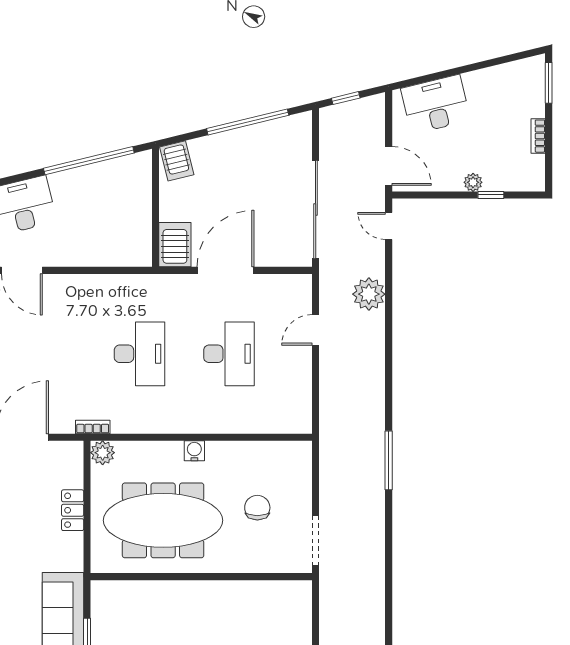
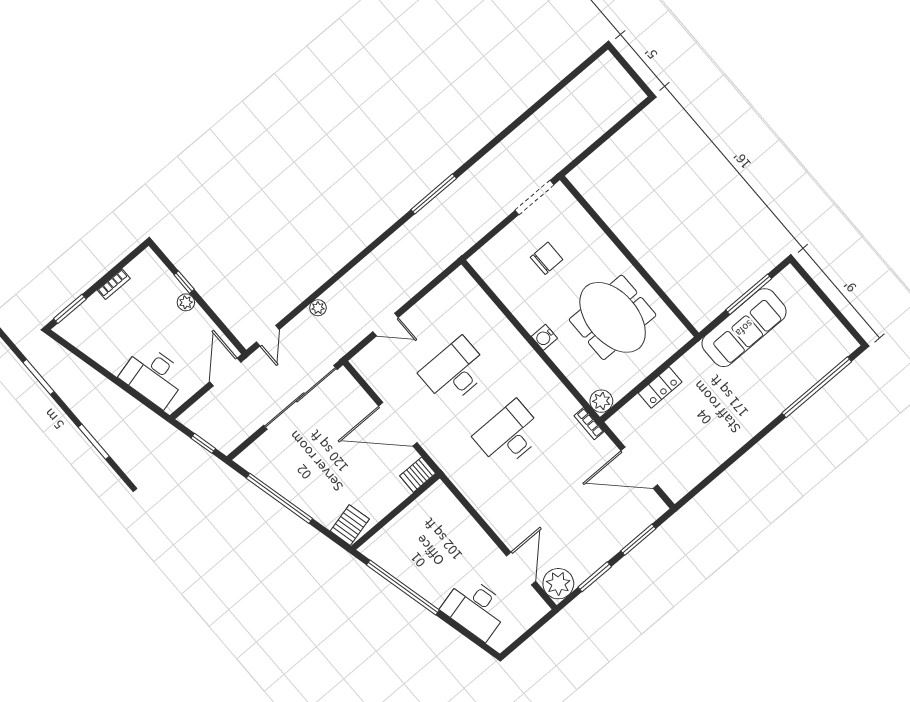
server rack: (175, 245) -> (418, 475), width x0.73, depth x0.70
plant: (369, 294) -> (318, 308), width x0.53, depth x0.53
chair: (257, 508) -> (547, 258), turned 180
meeting table: (163, 520) -> (613, 317), width x0.73

